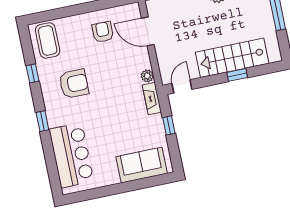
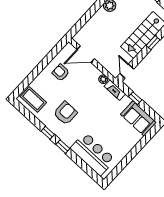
window: (33, 73) -> (48, 133), moved
sofa: (142, 165) -> (139, 118), moved, turned -90

